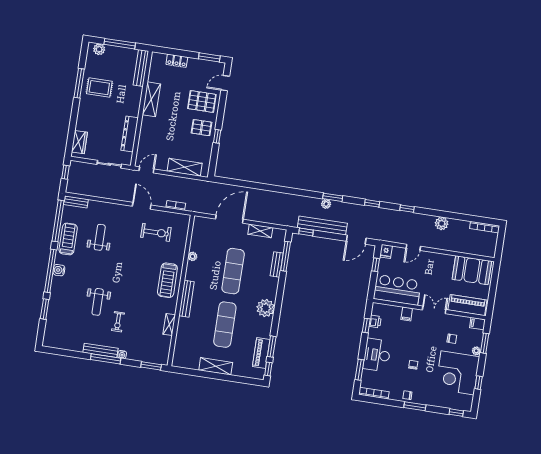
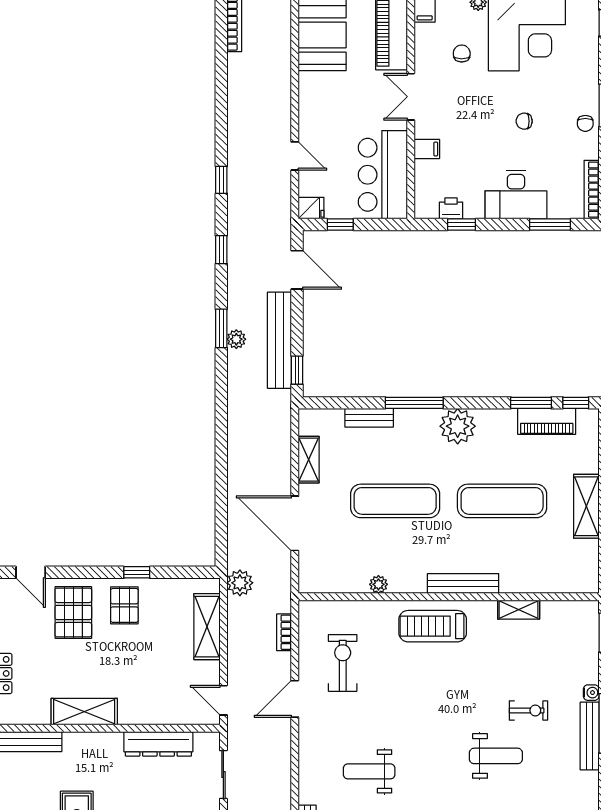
plant: (442, 223) -> (240, 583), moved
window: (286, 256) -> (414, 403), moved
treadmill: (167, 280) -> (433, 626), turned 180

